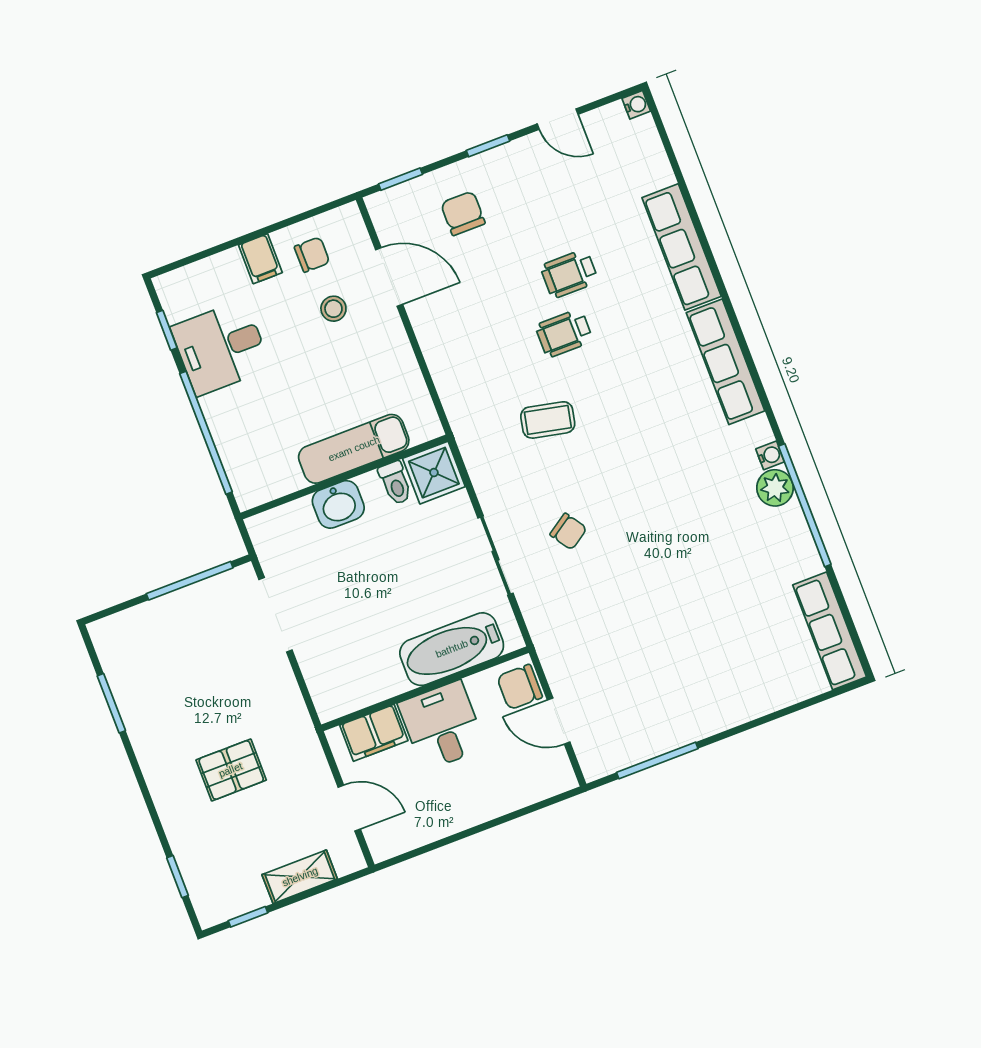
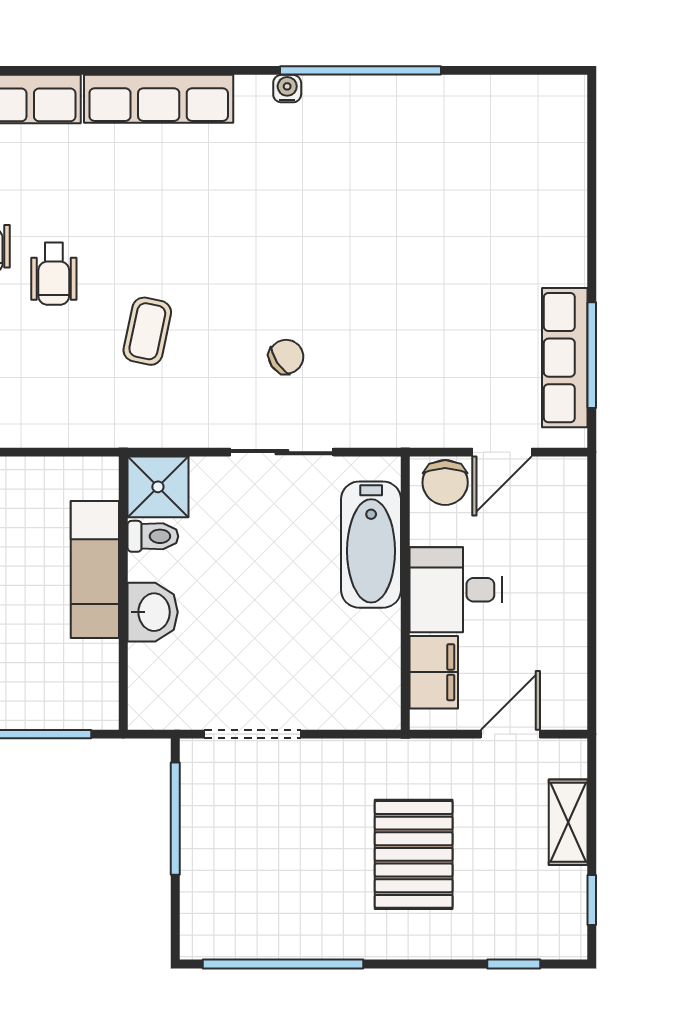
plant: (775, 488) -> (327, 97), removed
row of seats: (830, 631) -> (565, 358), moved, turned 90
window: (111, 703) -> (283, 964), width x2.11
pallet: (231, 770) -> (414, 854), width x1.50, depth x1.42

